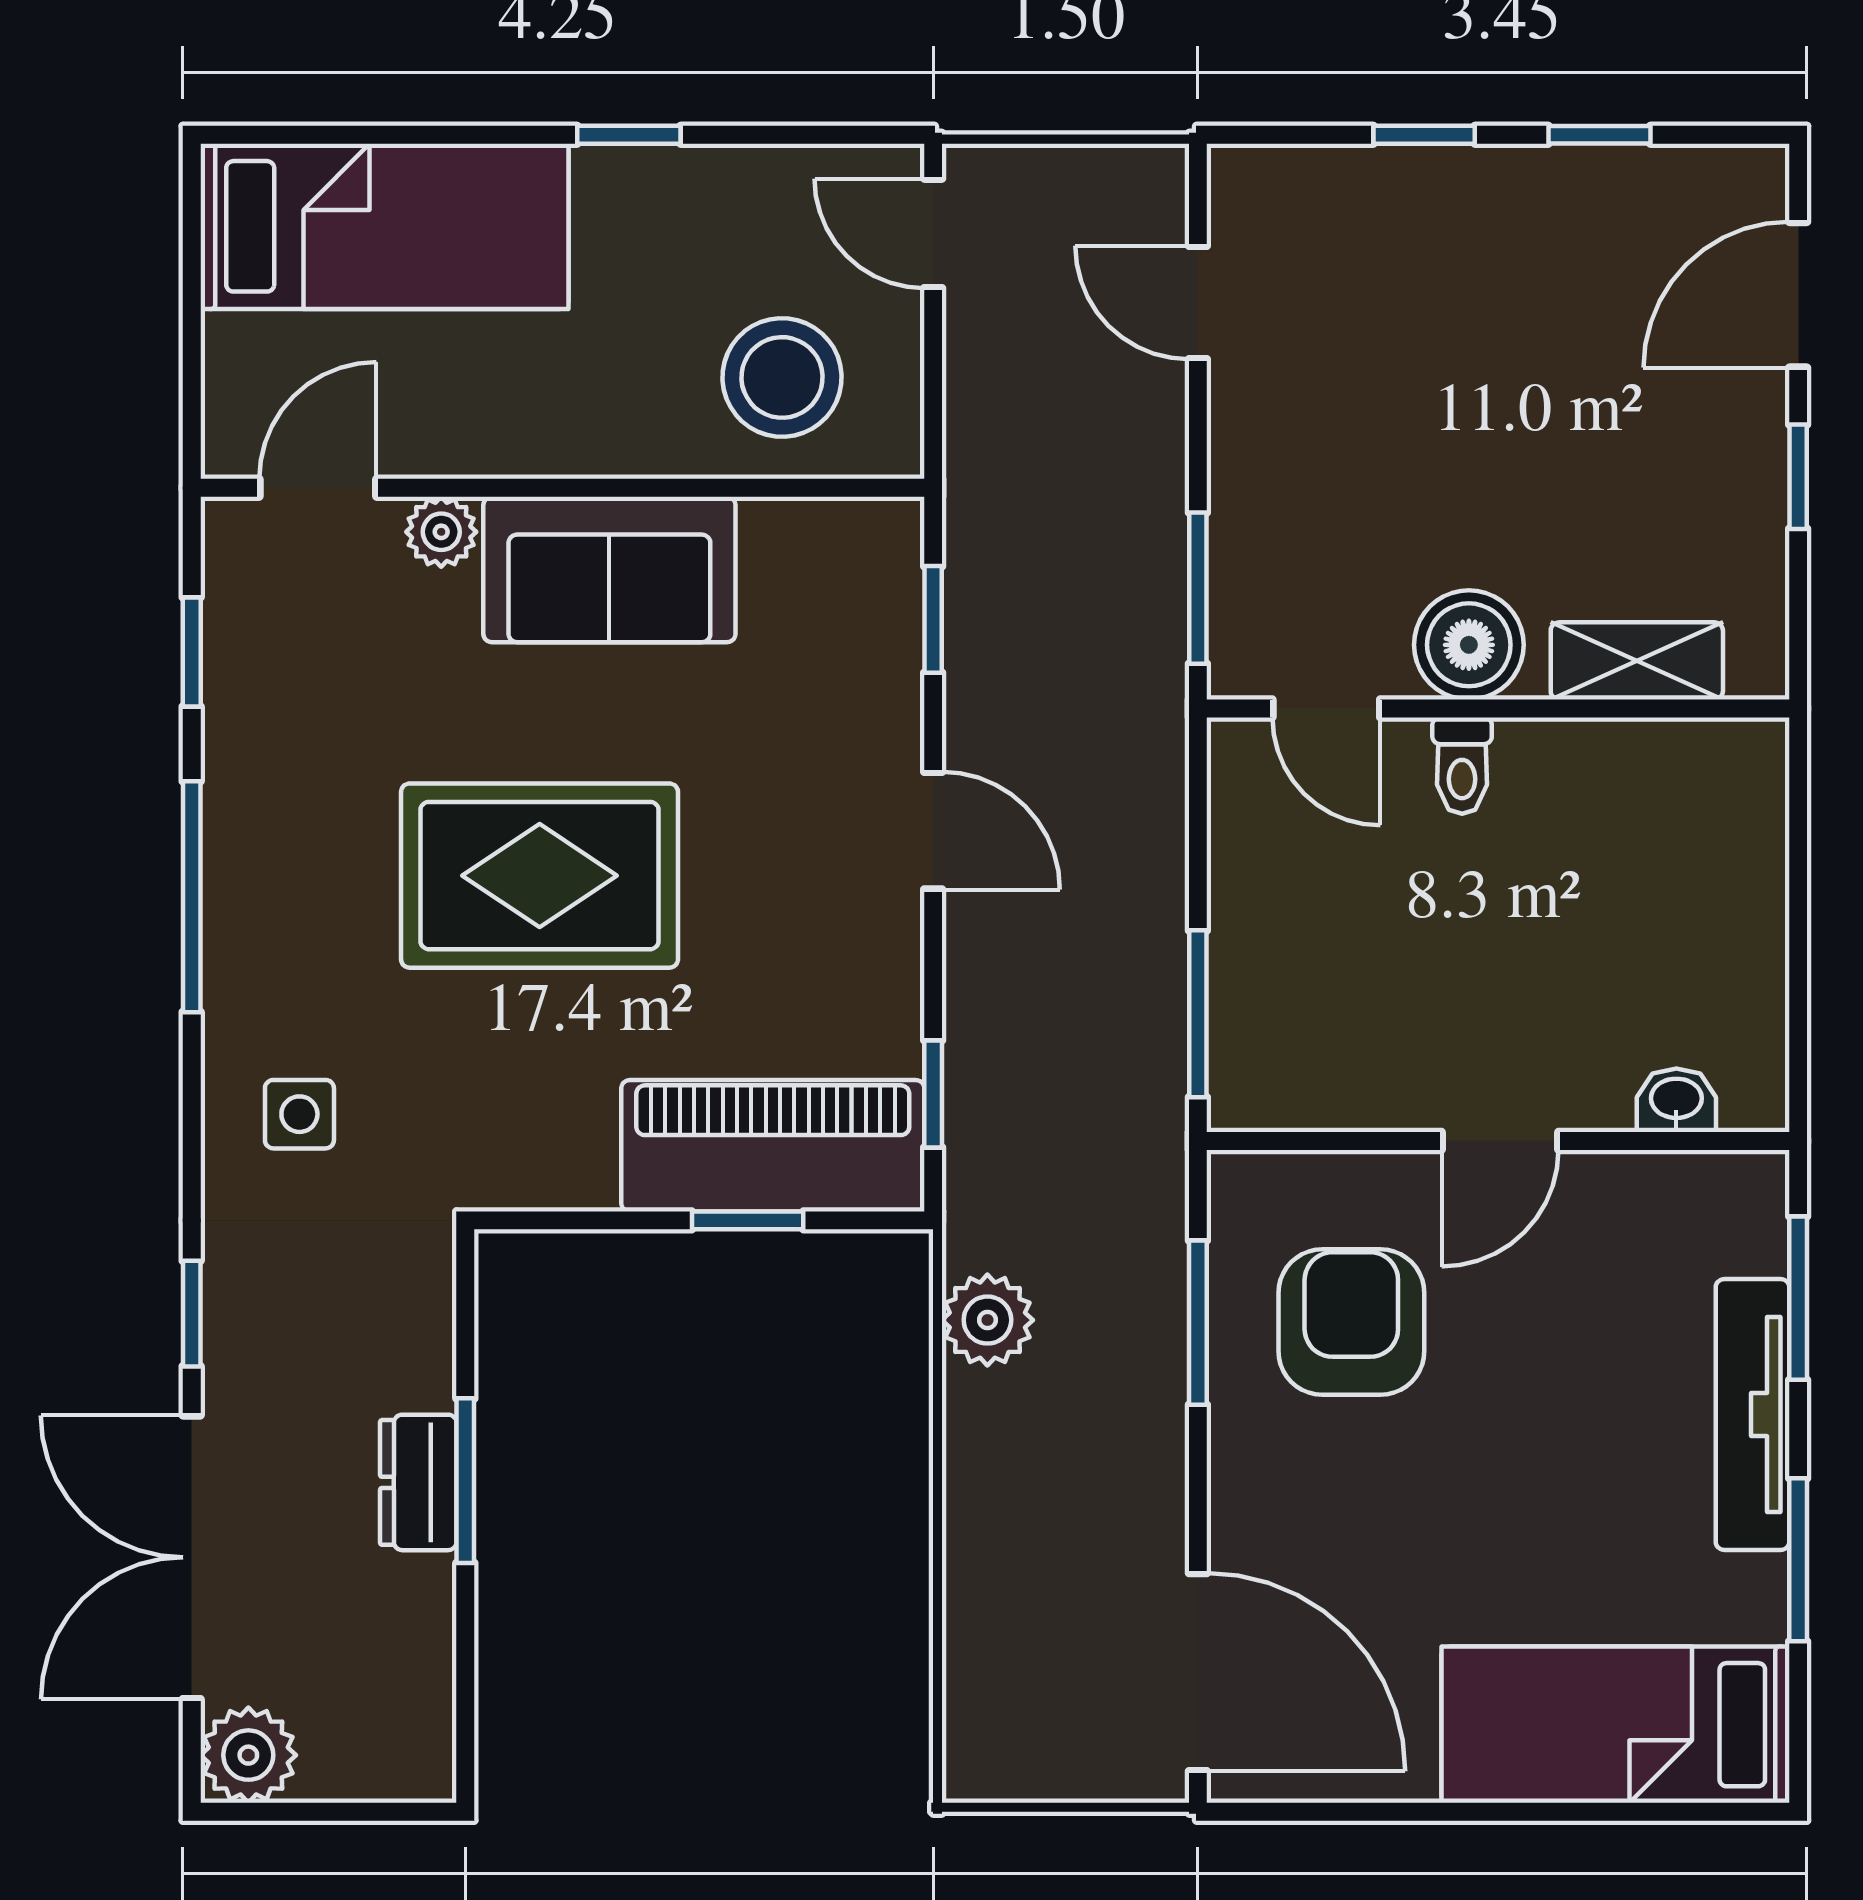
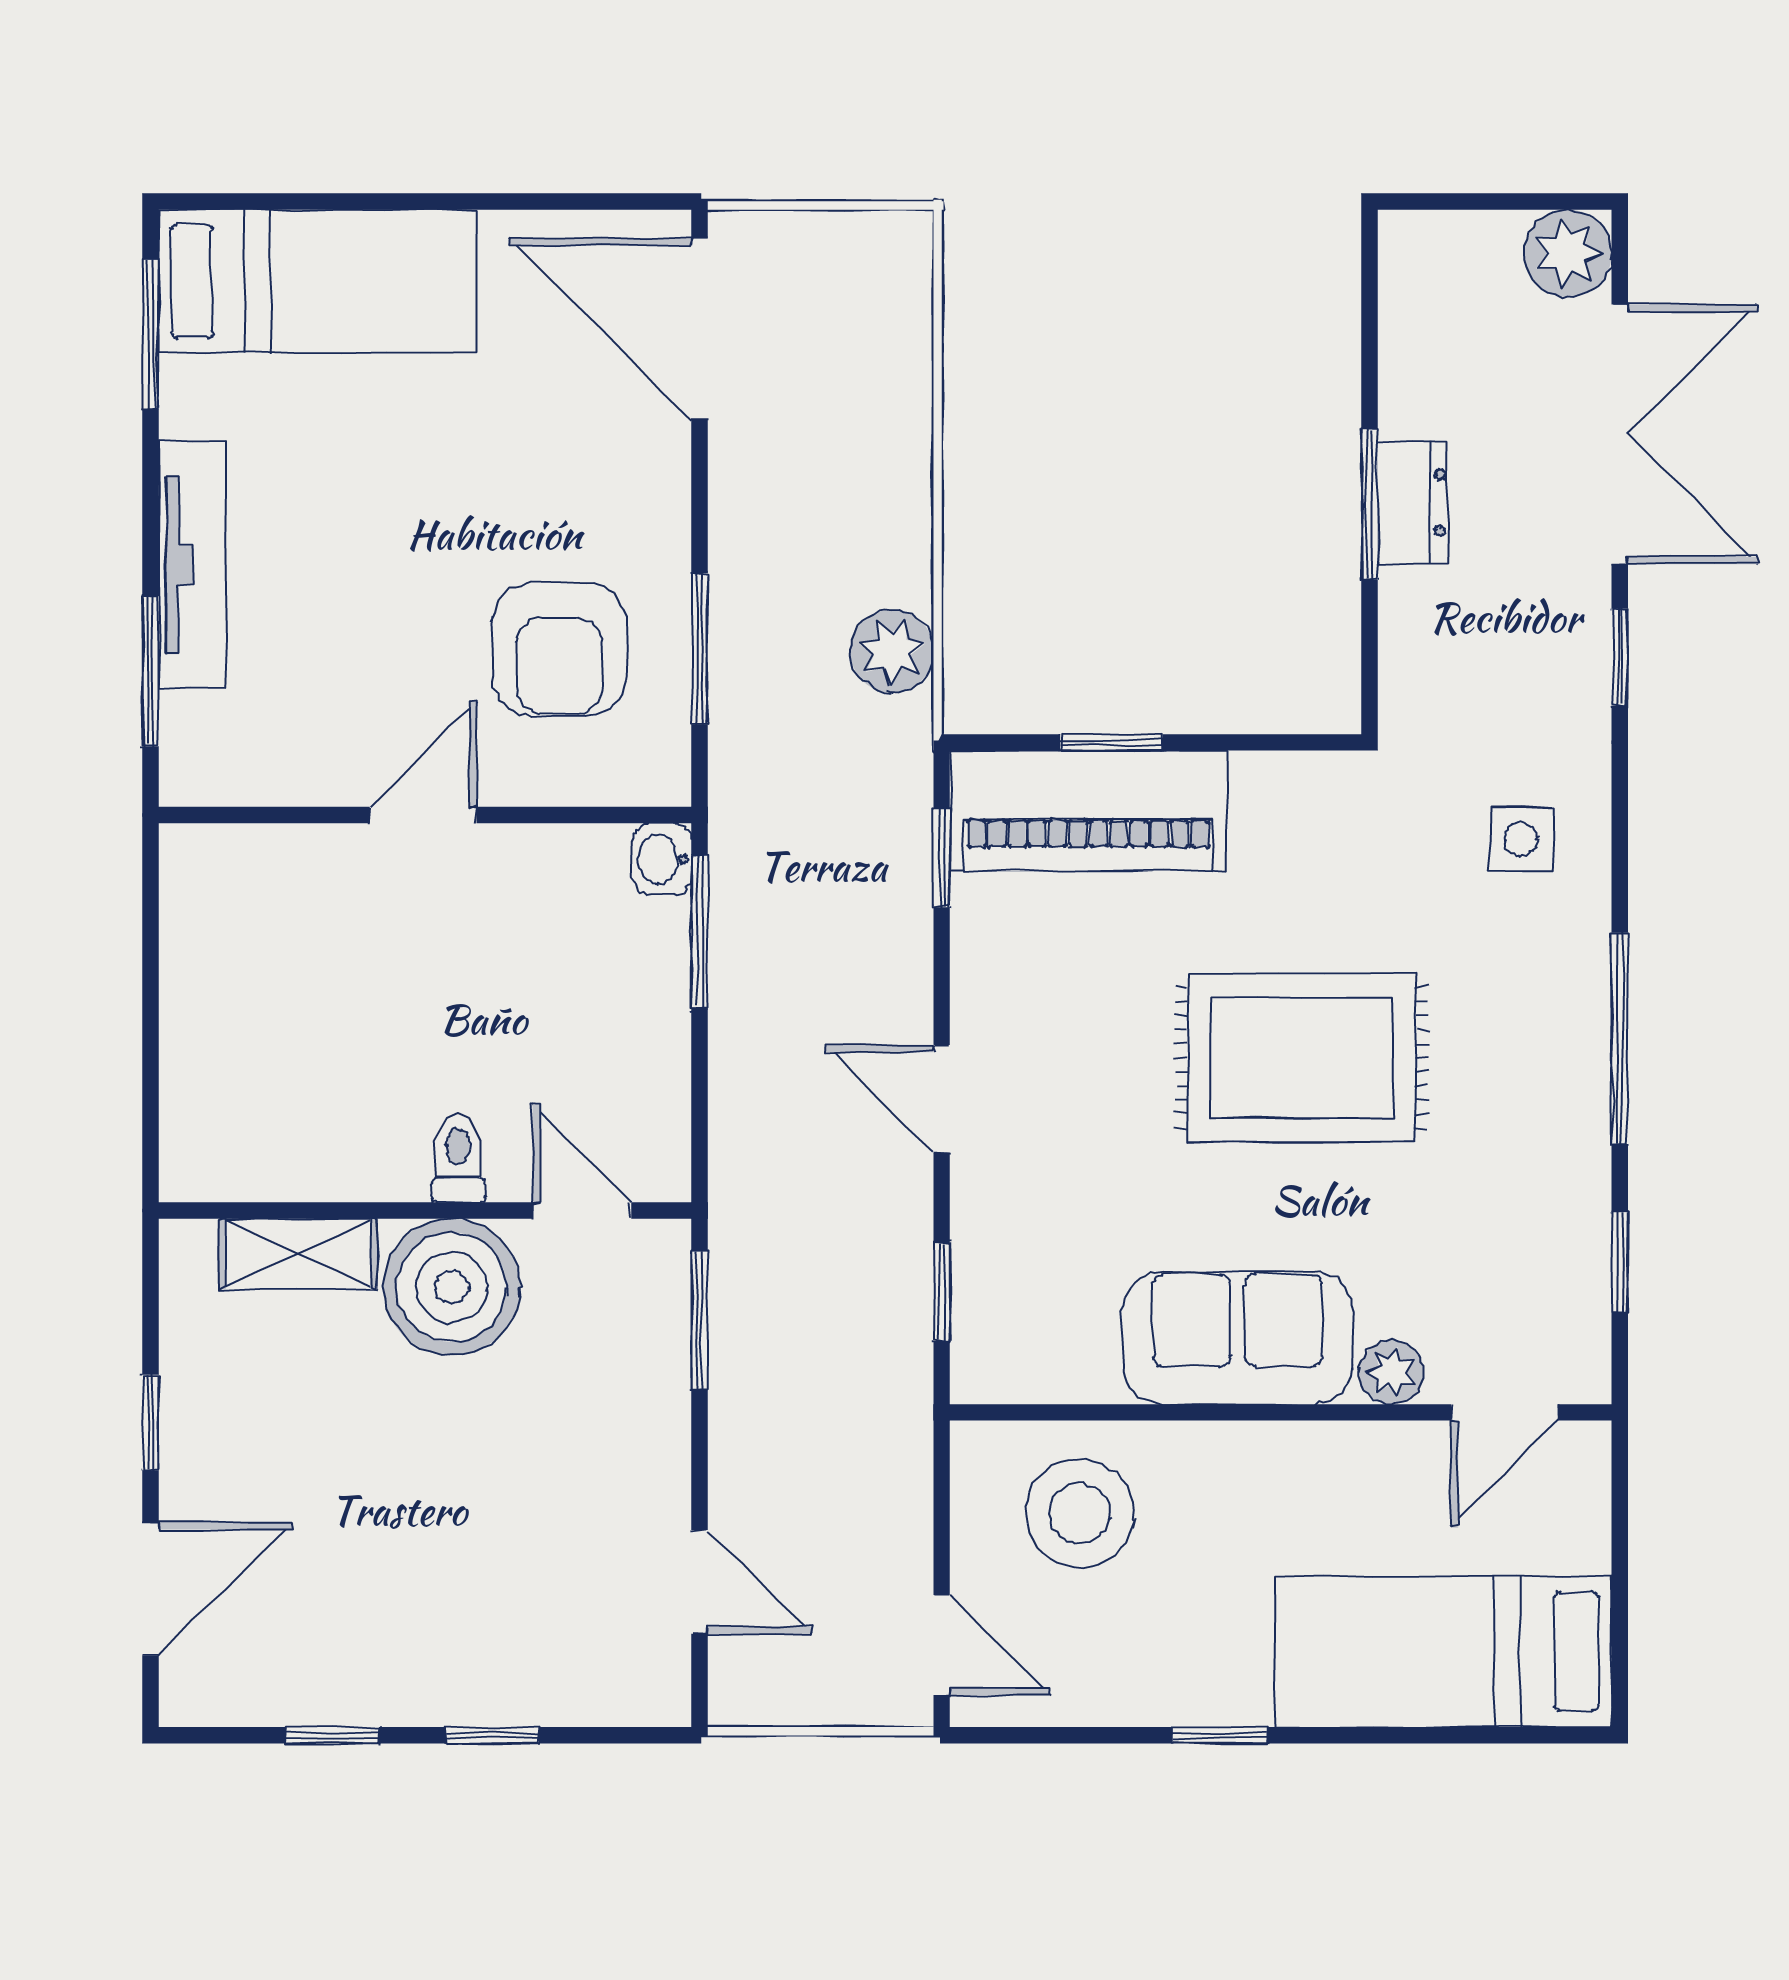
boiler: (1469, 645) -> (452, 1287), width x1.37, depth x1.37
washbasin: (1676, 1100) -> (662, 859), moved, turned 90
window: (1798, 1560) -> (151, 334), moved

